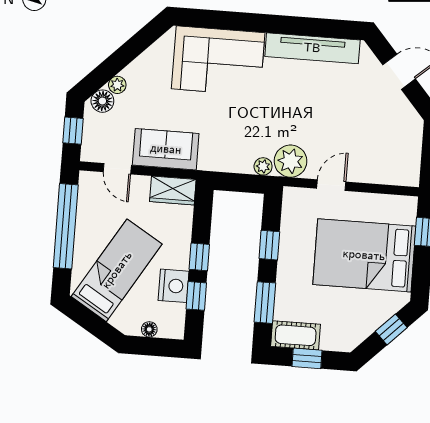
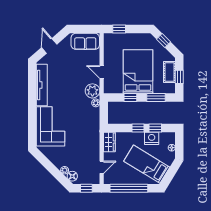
sofa: (166, 149) -> (85, 41), moved, turned -90
bed: (364, 255) -> (138, 72), moved, turned 180
cot: (296, 335) -> (169, 72), moved

